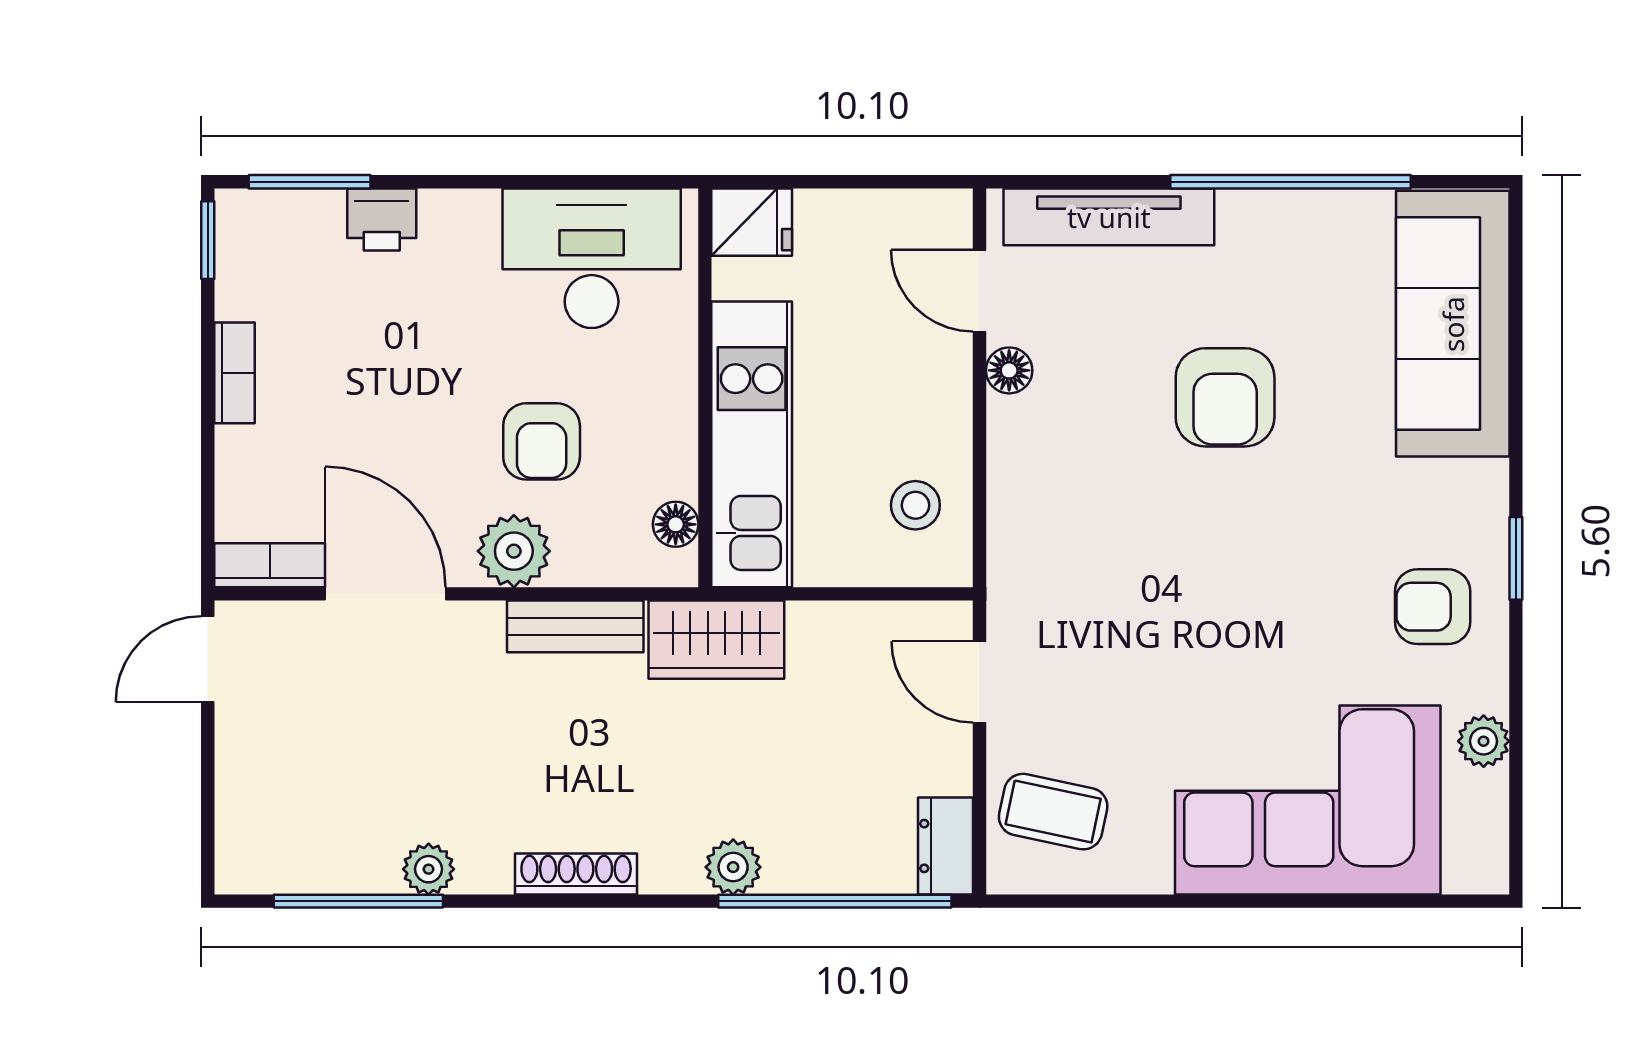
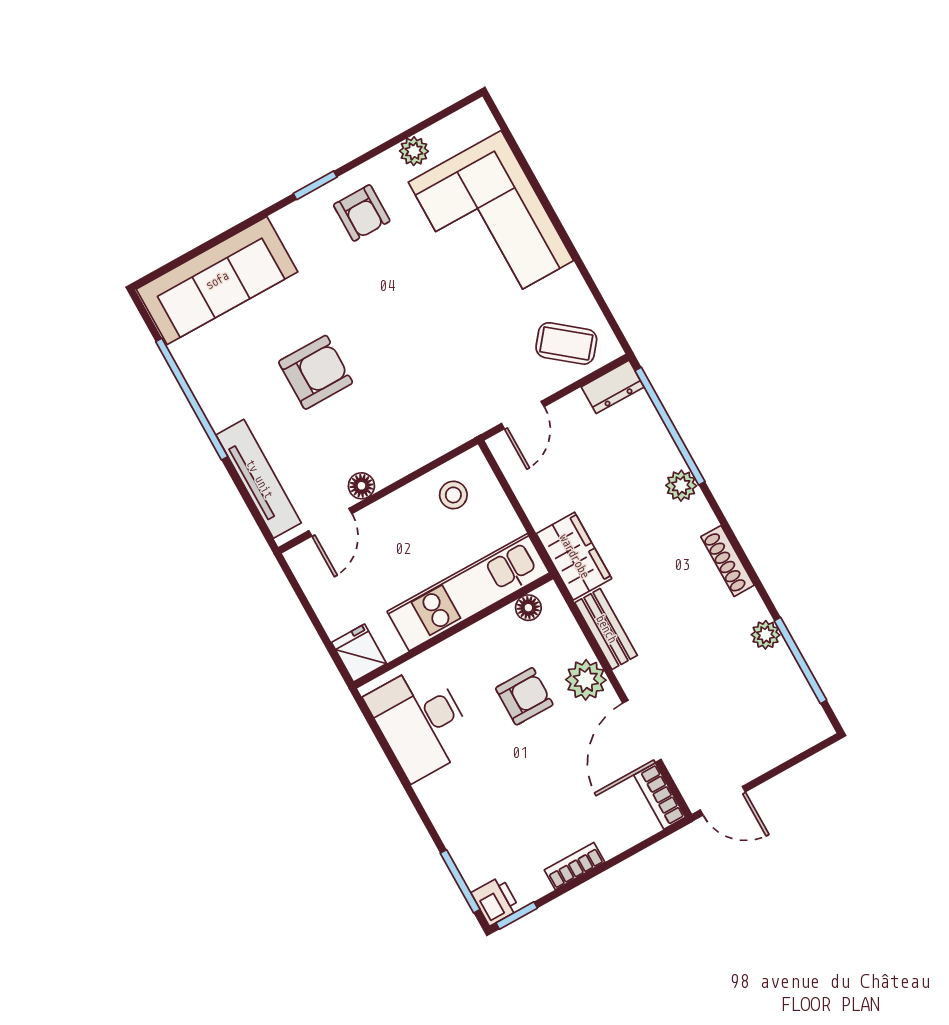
printer: (382, 219) -> (495, 901), moved
coffee table: (1053, 812) -> (566, 343), turned -63

